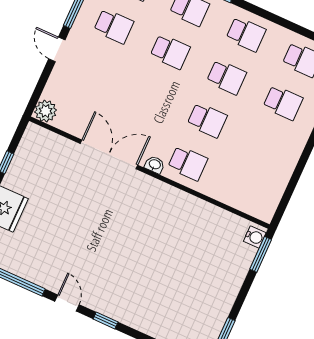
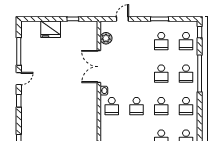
door: (57, 49) -> (122, 19), moved
plant: (46, 111) -> (106, 38), moved
double door: (109, 154) -> (99, 67), swing flipped

